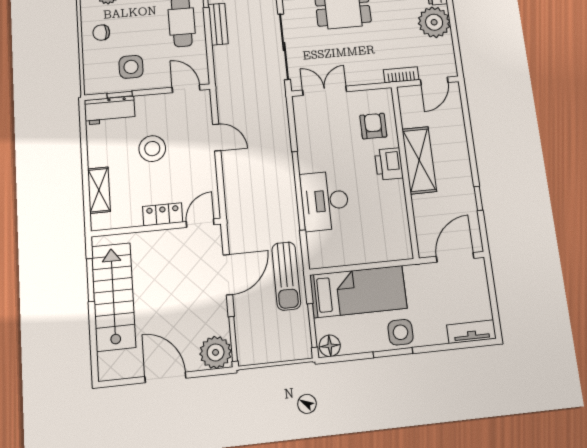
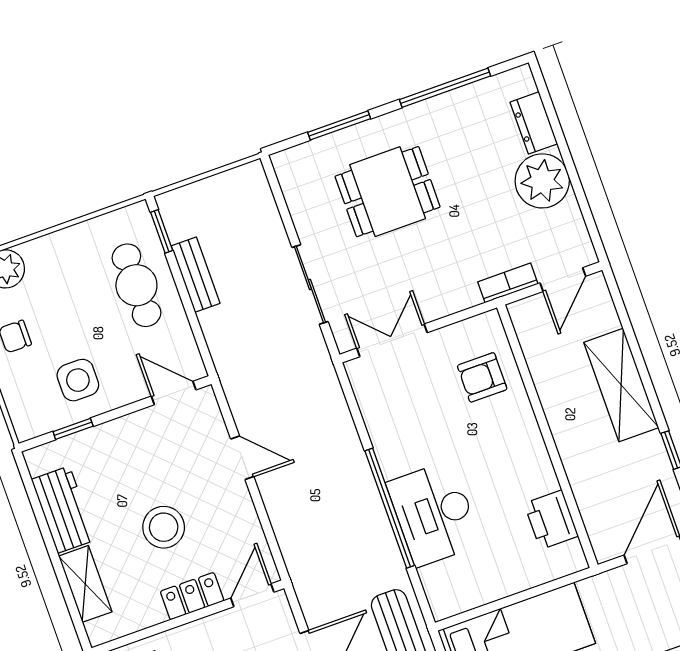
sliding door: (284, 47) -> (310, 284), width x0.73
workbench: (110, 110) -> (64, 510), moved, turned -90
armchair: (373, 126) -> (482, 377), turned -90
stool: (152, 149) -> (164, 527), moved
shelving: (419, 160) -> (621, 385), moved
printer: (389, 164) -> (551, 520), moved

